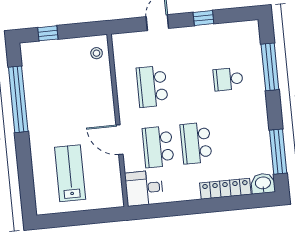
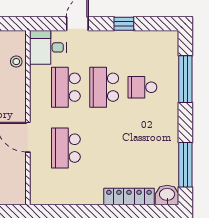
stool: (97, 53) -> (16, 62), moved
school desk: (196, 143) -> (104, 87), moved
desk: (144, 188) -> (48, 47), moved

